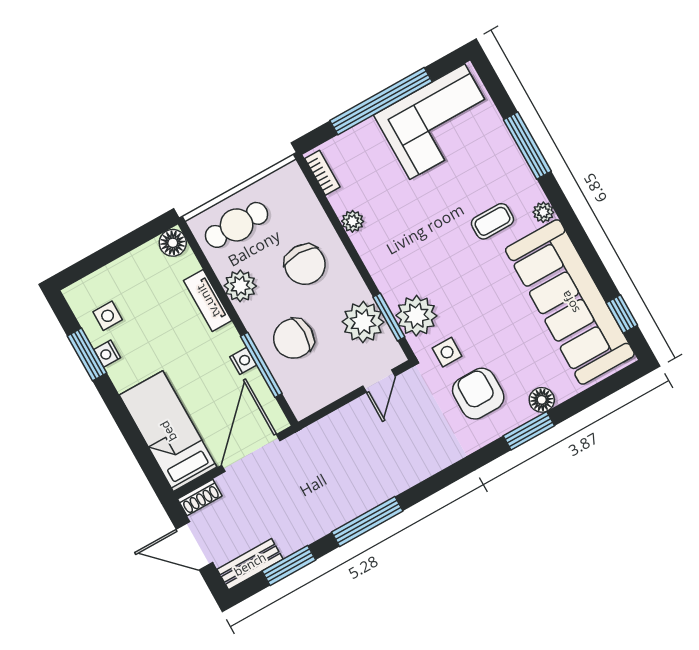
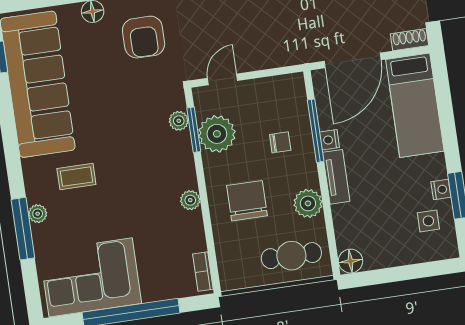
plant: (543, 212) -> (38, 214), moved
plant: (353, 221) -> (190, 200), moved
tv unit: (208, 301) -> (336, 177), moved
plant: (416, 316) -> (179, 121), width x0.53, depth x0.53
chair: (294, 339) -> (280, 142), width x0.54, depth x0.54
side table: (447, 352) -> (156, 82), removed

